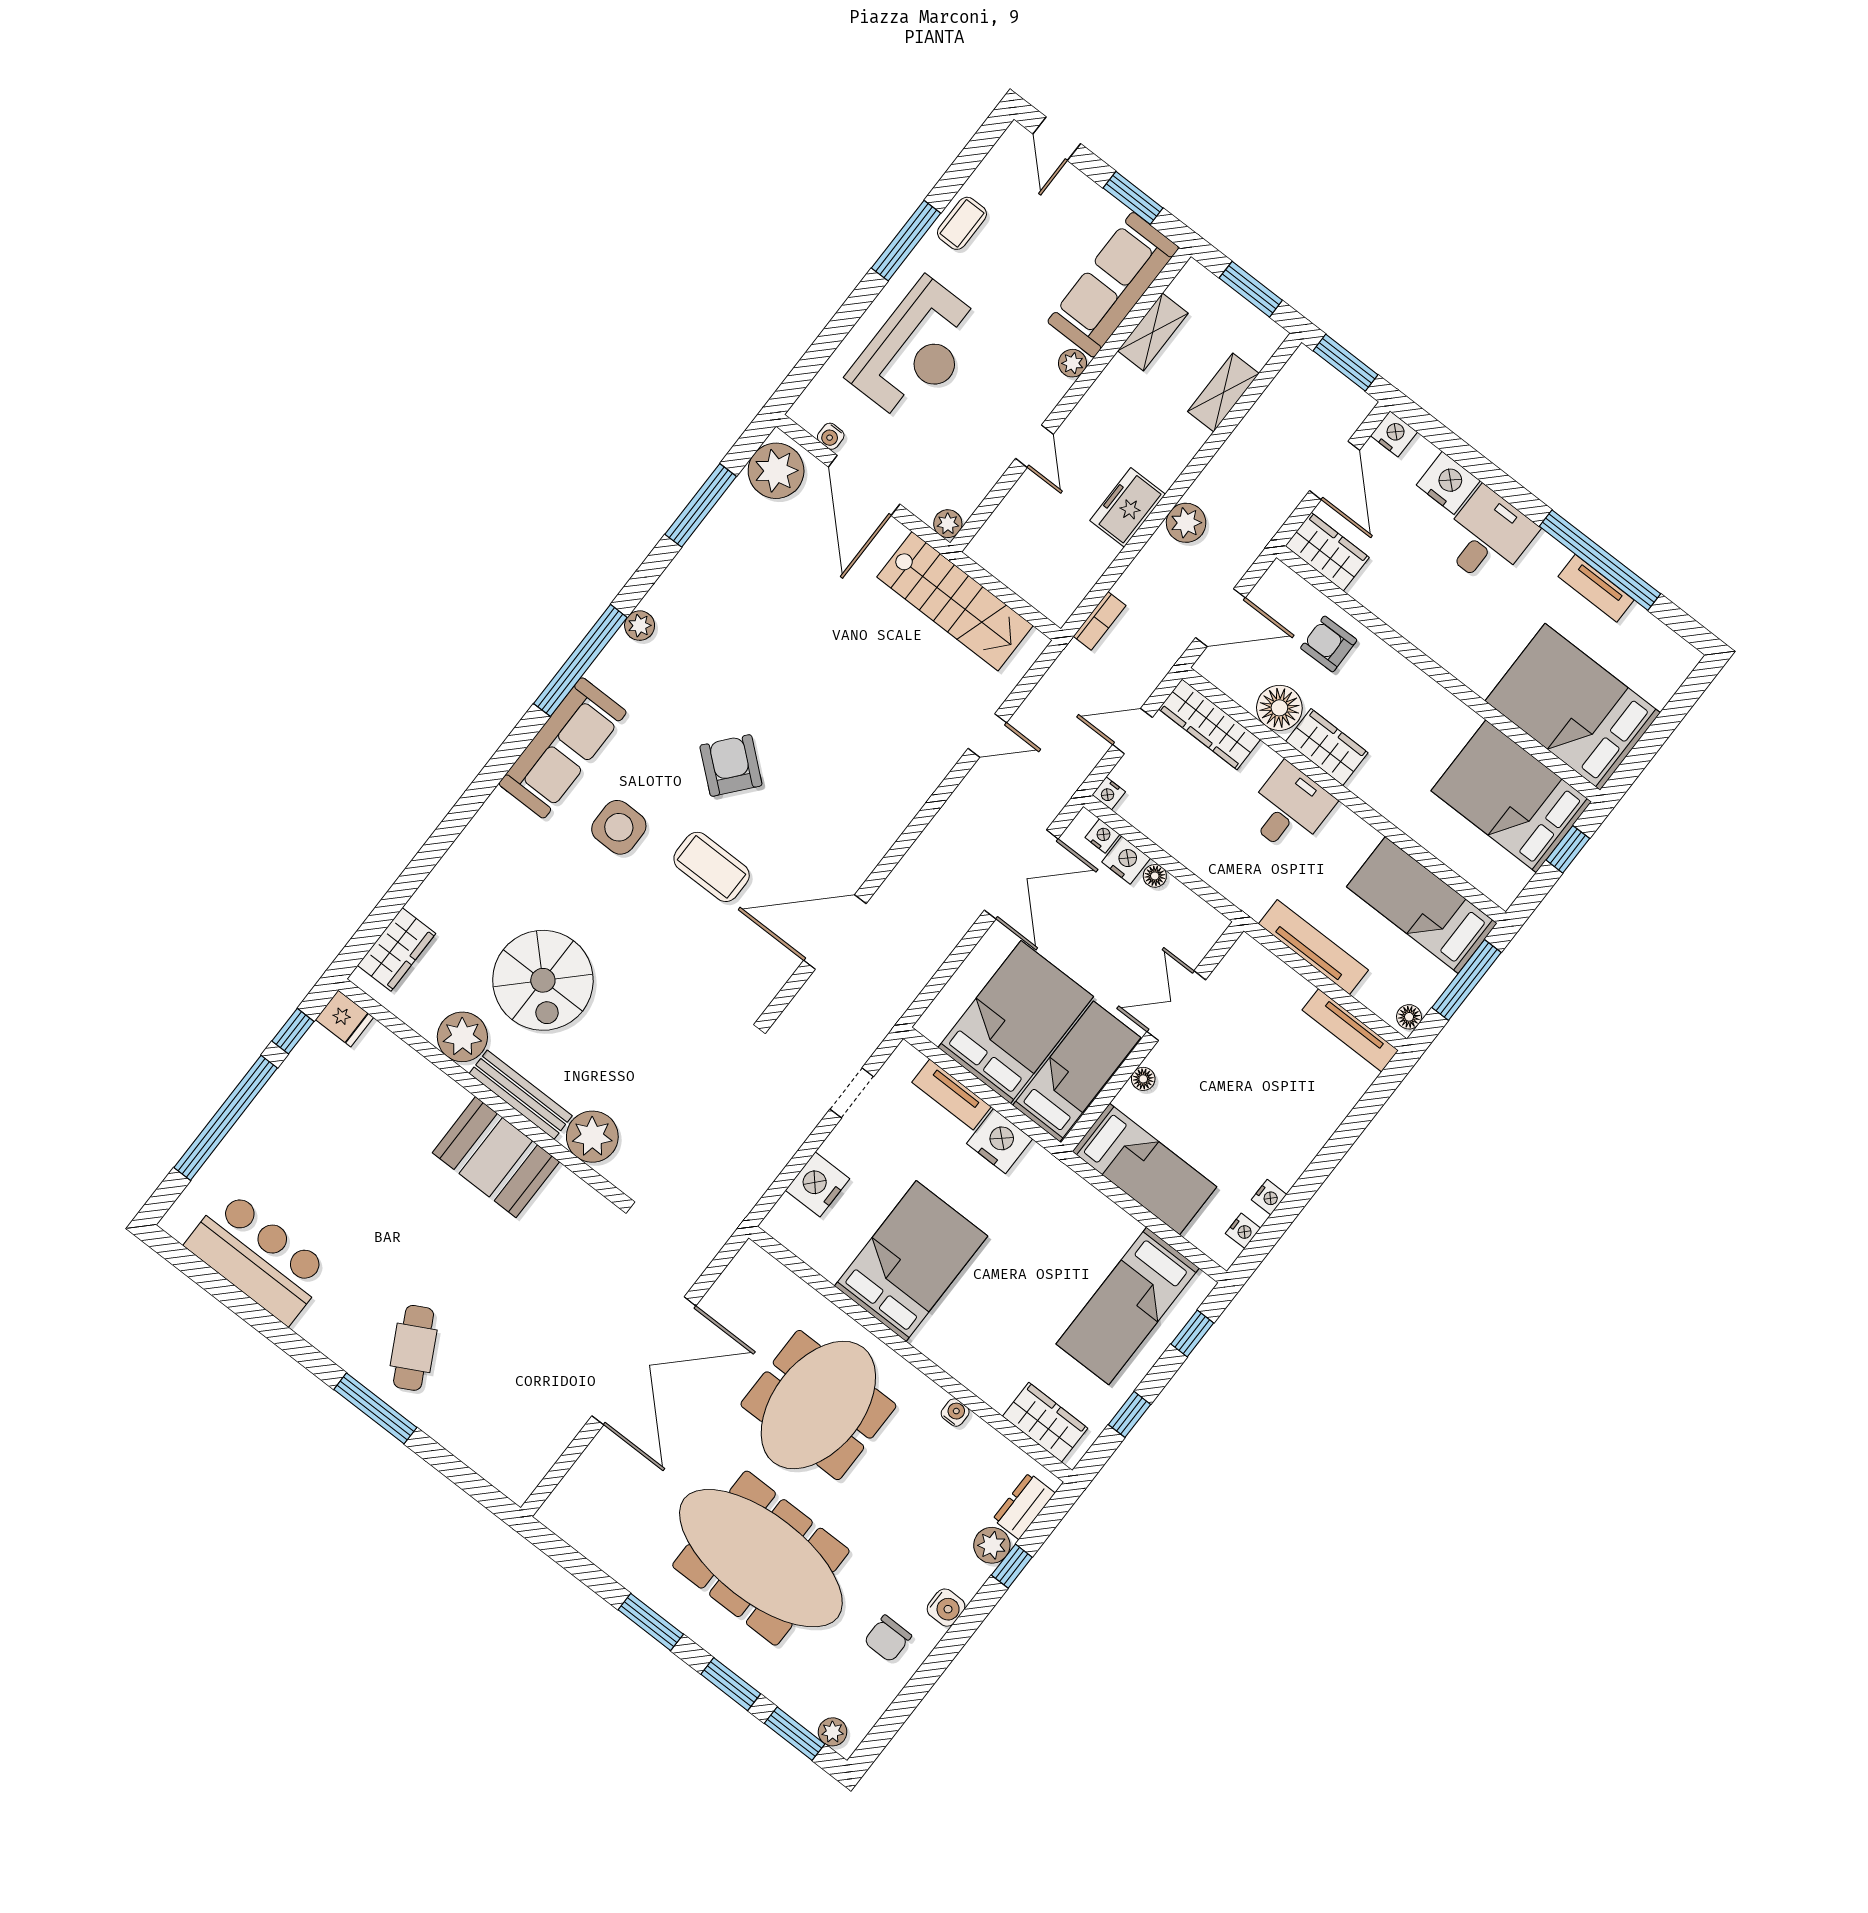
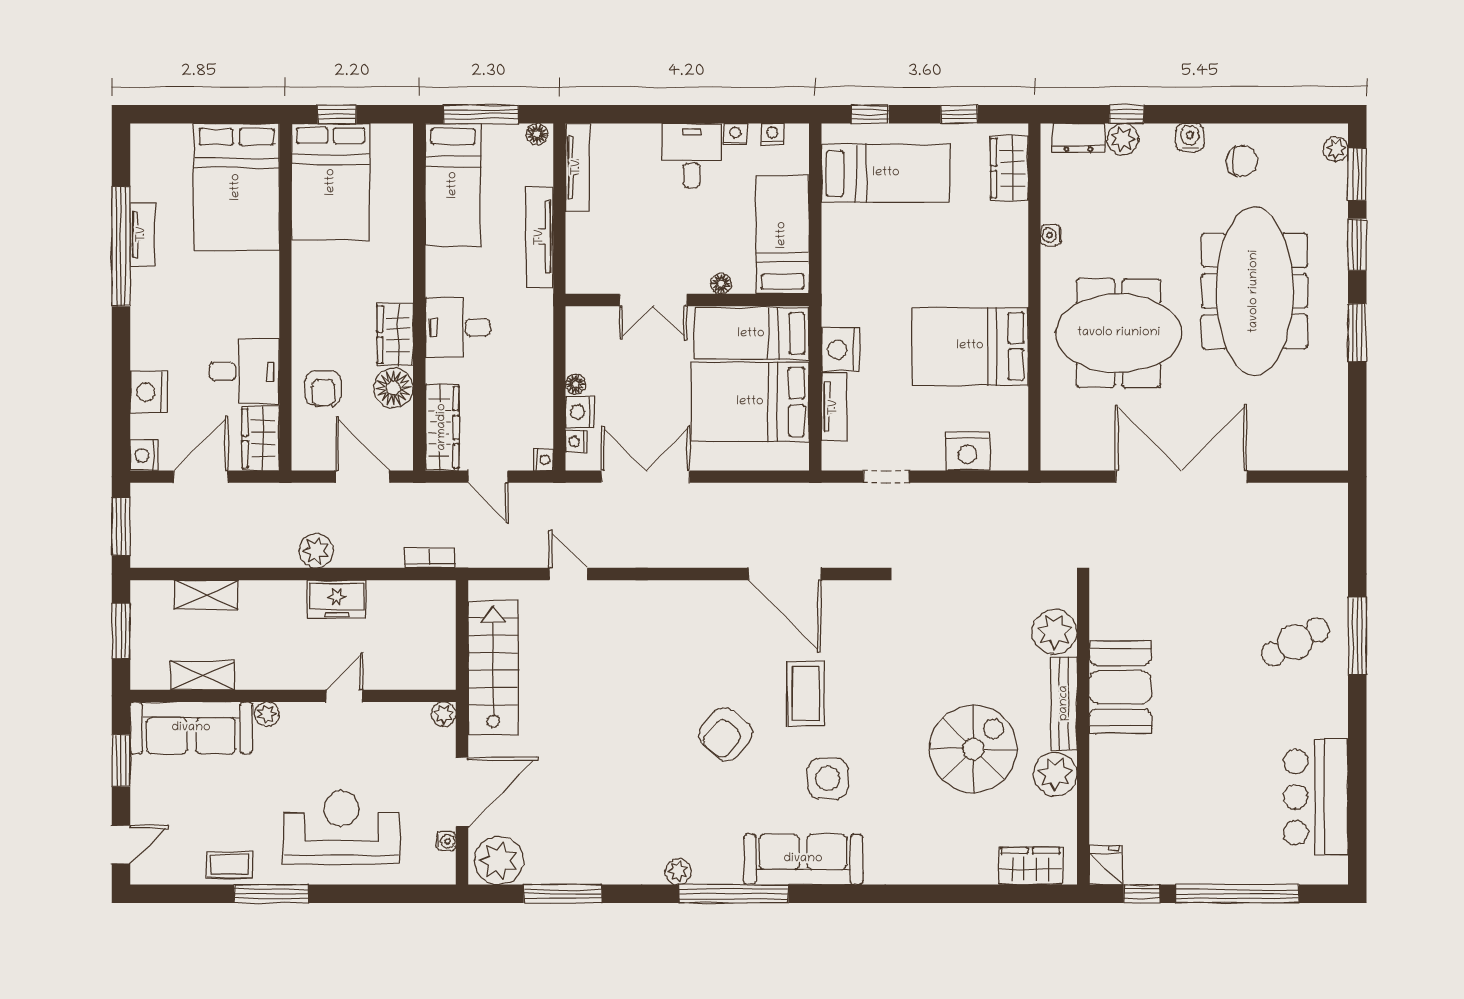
desk: (1487, 537) -> (244, 371), moved, turned 180
desk: (1280, 1143) -> (692, 155), added

